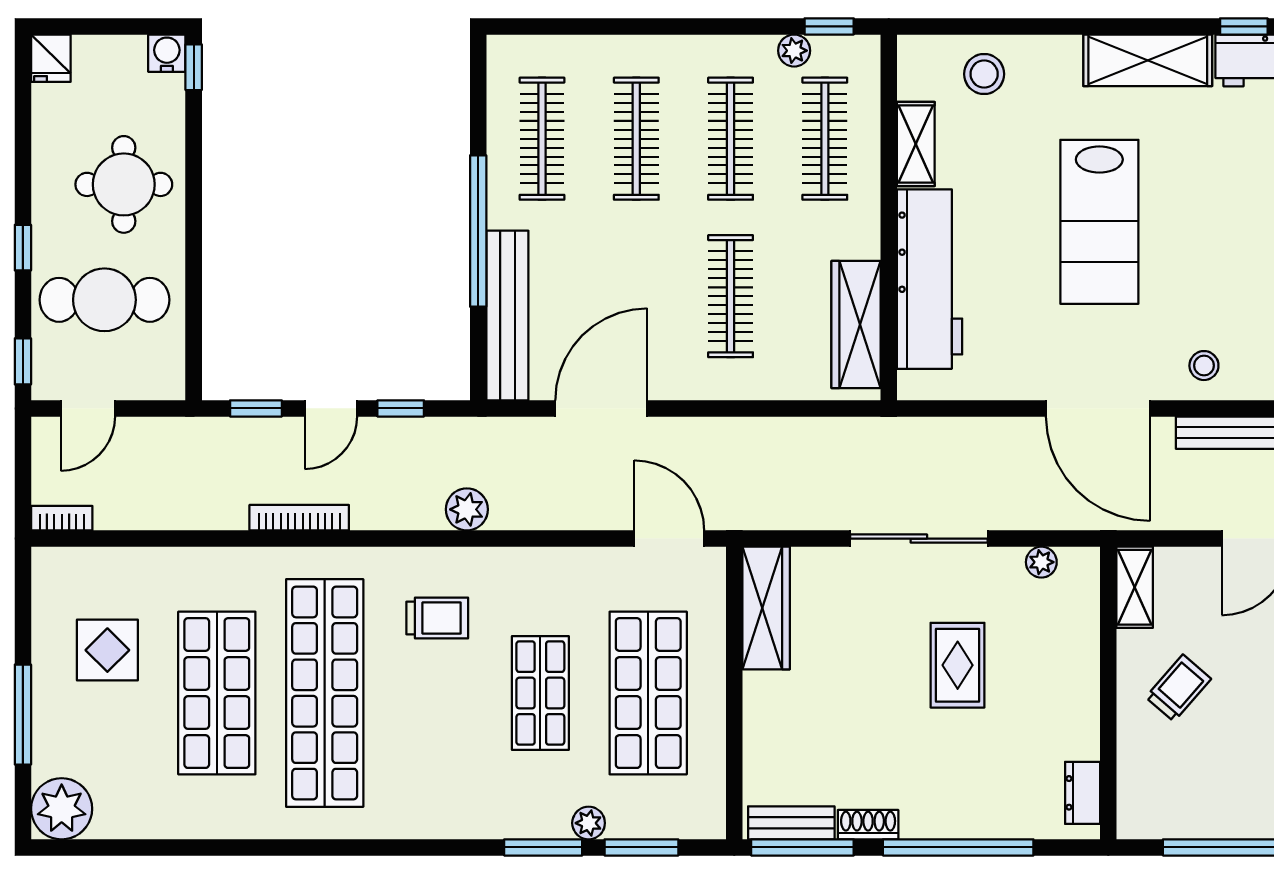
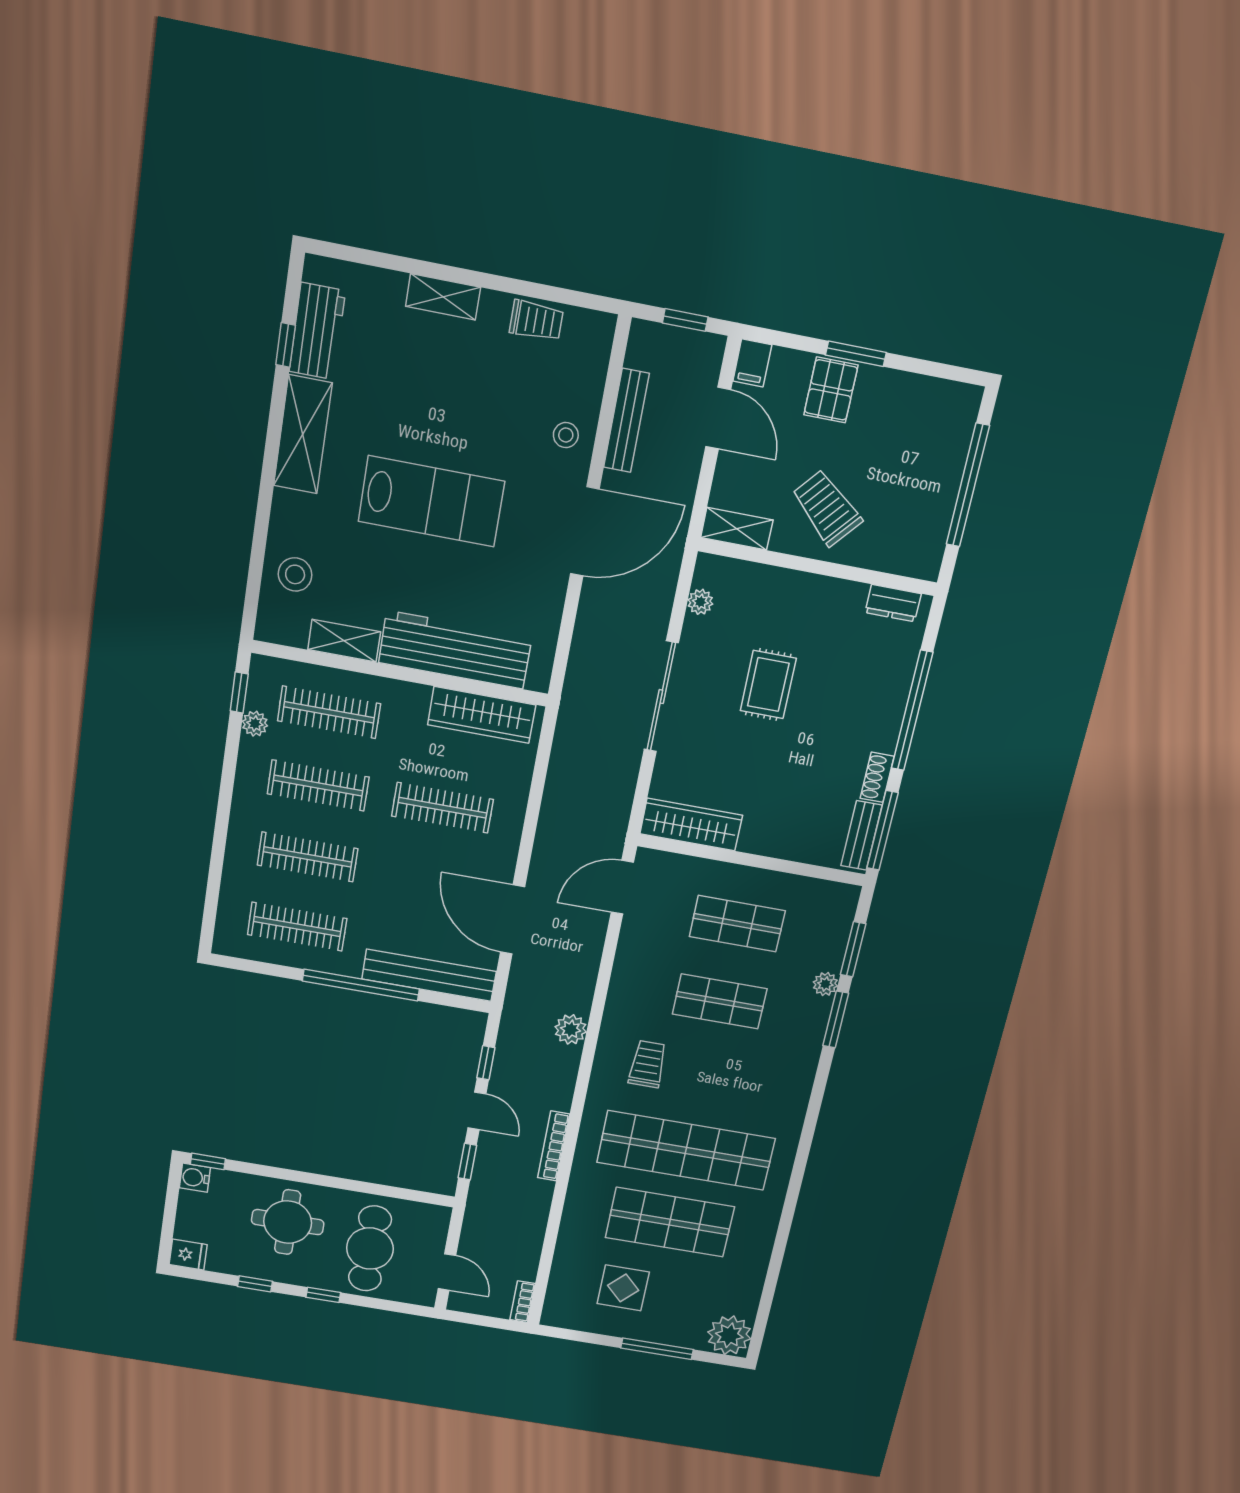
window: (23, 361) -> (255, 1284), moved
rug: (958, 665) -> (768, 685), turned 90
trolley: (1178, 688) -> (827, 508), width x1.36, depth x1.39
shop shelf: (648, 693) -> (737, 924), width x0.70, depth x0.74

